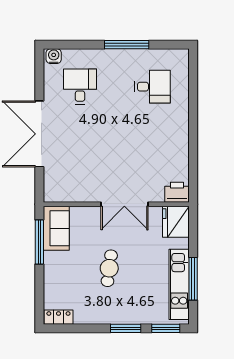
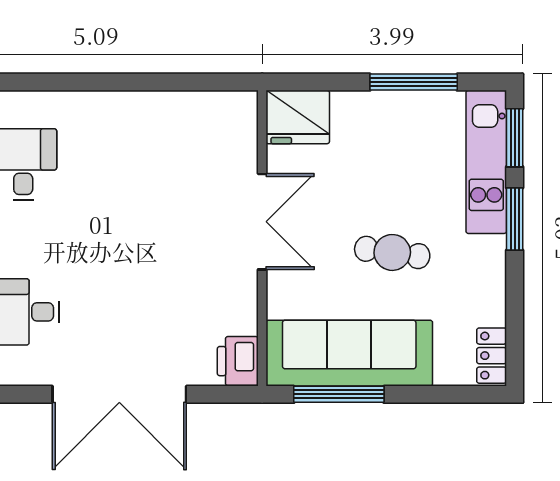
printer: (177, 192) -> (238, 361), moved
sofa: (56, 228) -> (349, 353), width x1.85, depth x1.27
kitchen unit: (179, 284) -> (486, 162), moved, turned 90

